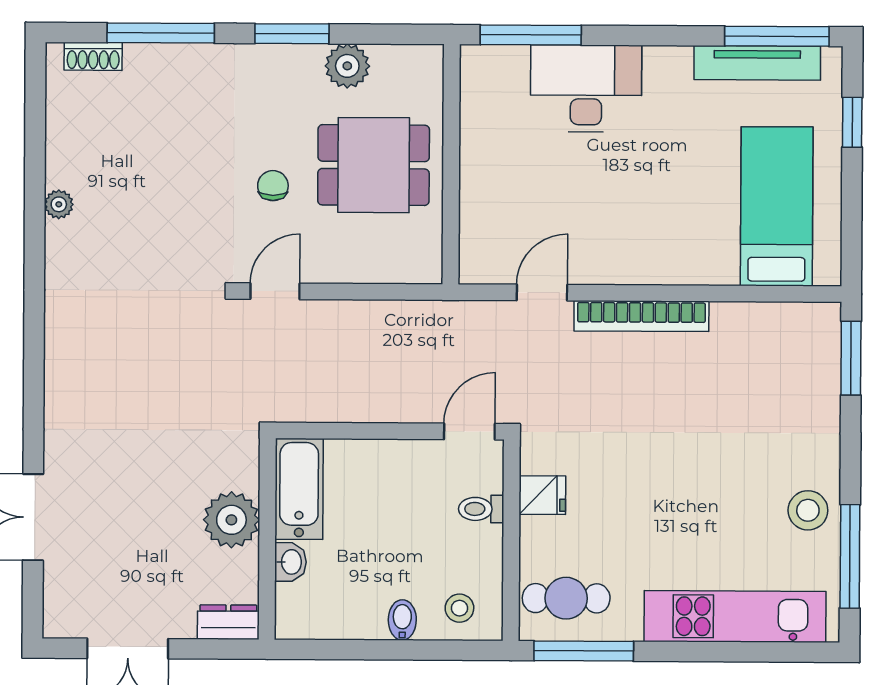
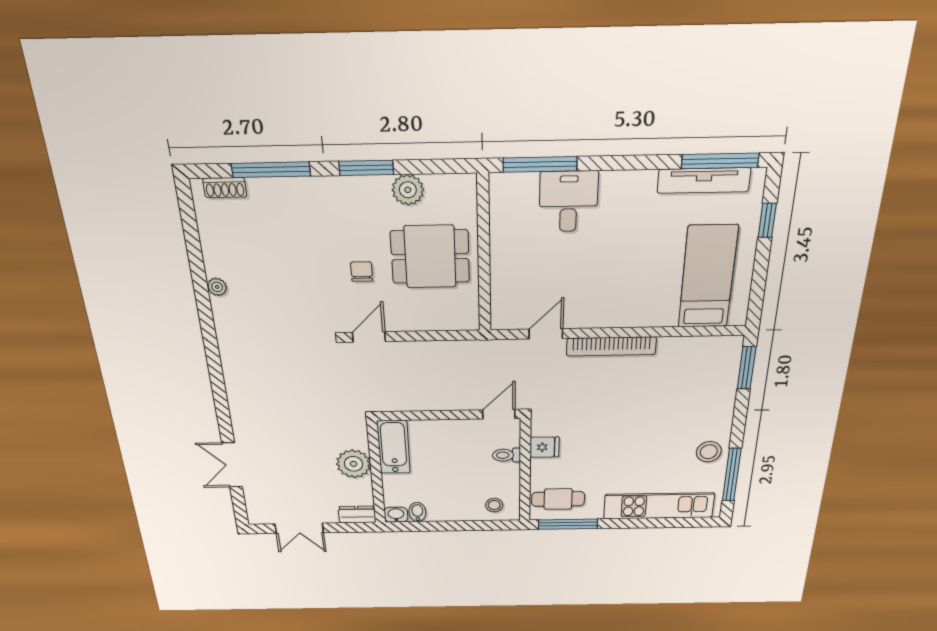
desk: (586, 88) -> (569, 202), width x0.73
washbasin: (291, 562) -> (396, 515), moved, turned -90
bidet: (402, 620) -> (417, 512), moved

